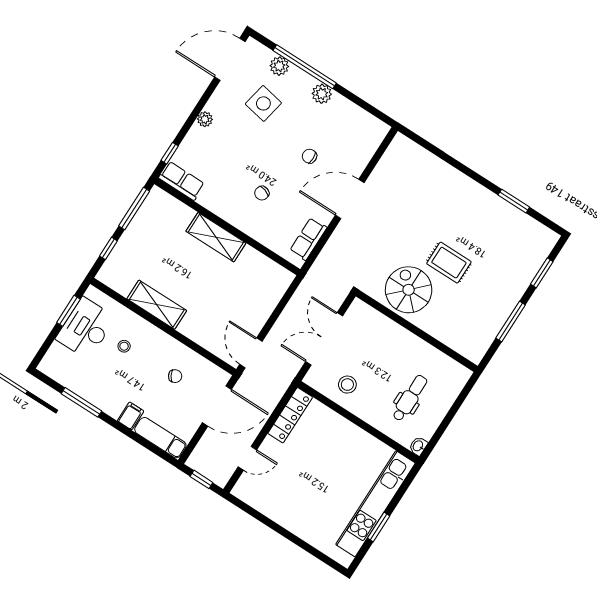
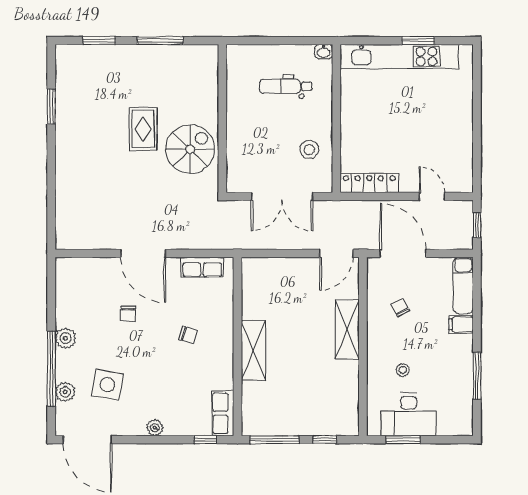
spiral stairs: (409, 290) -> (190, 149), turned 180
shelving: (157, 305) -> (347, 329), moved

